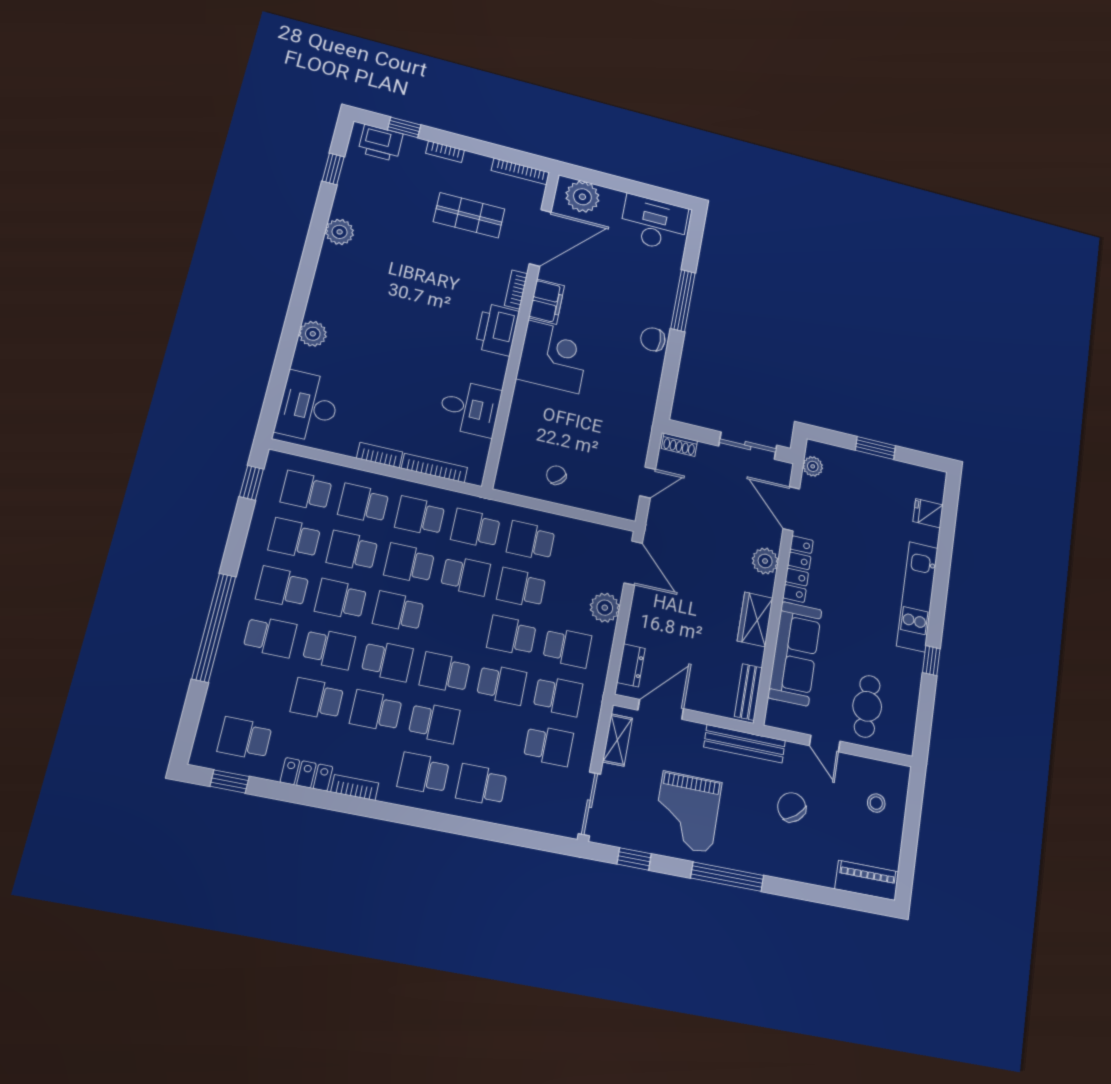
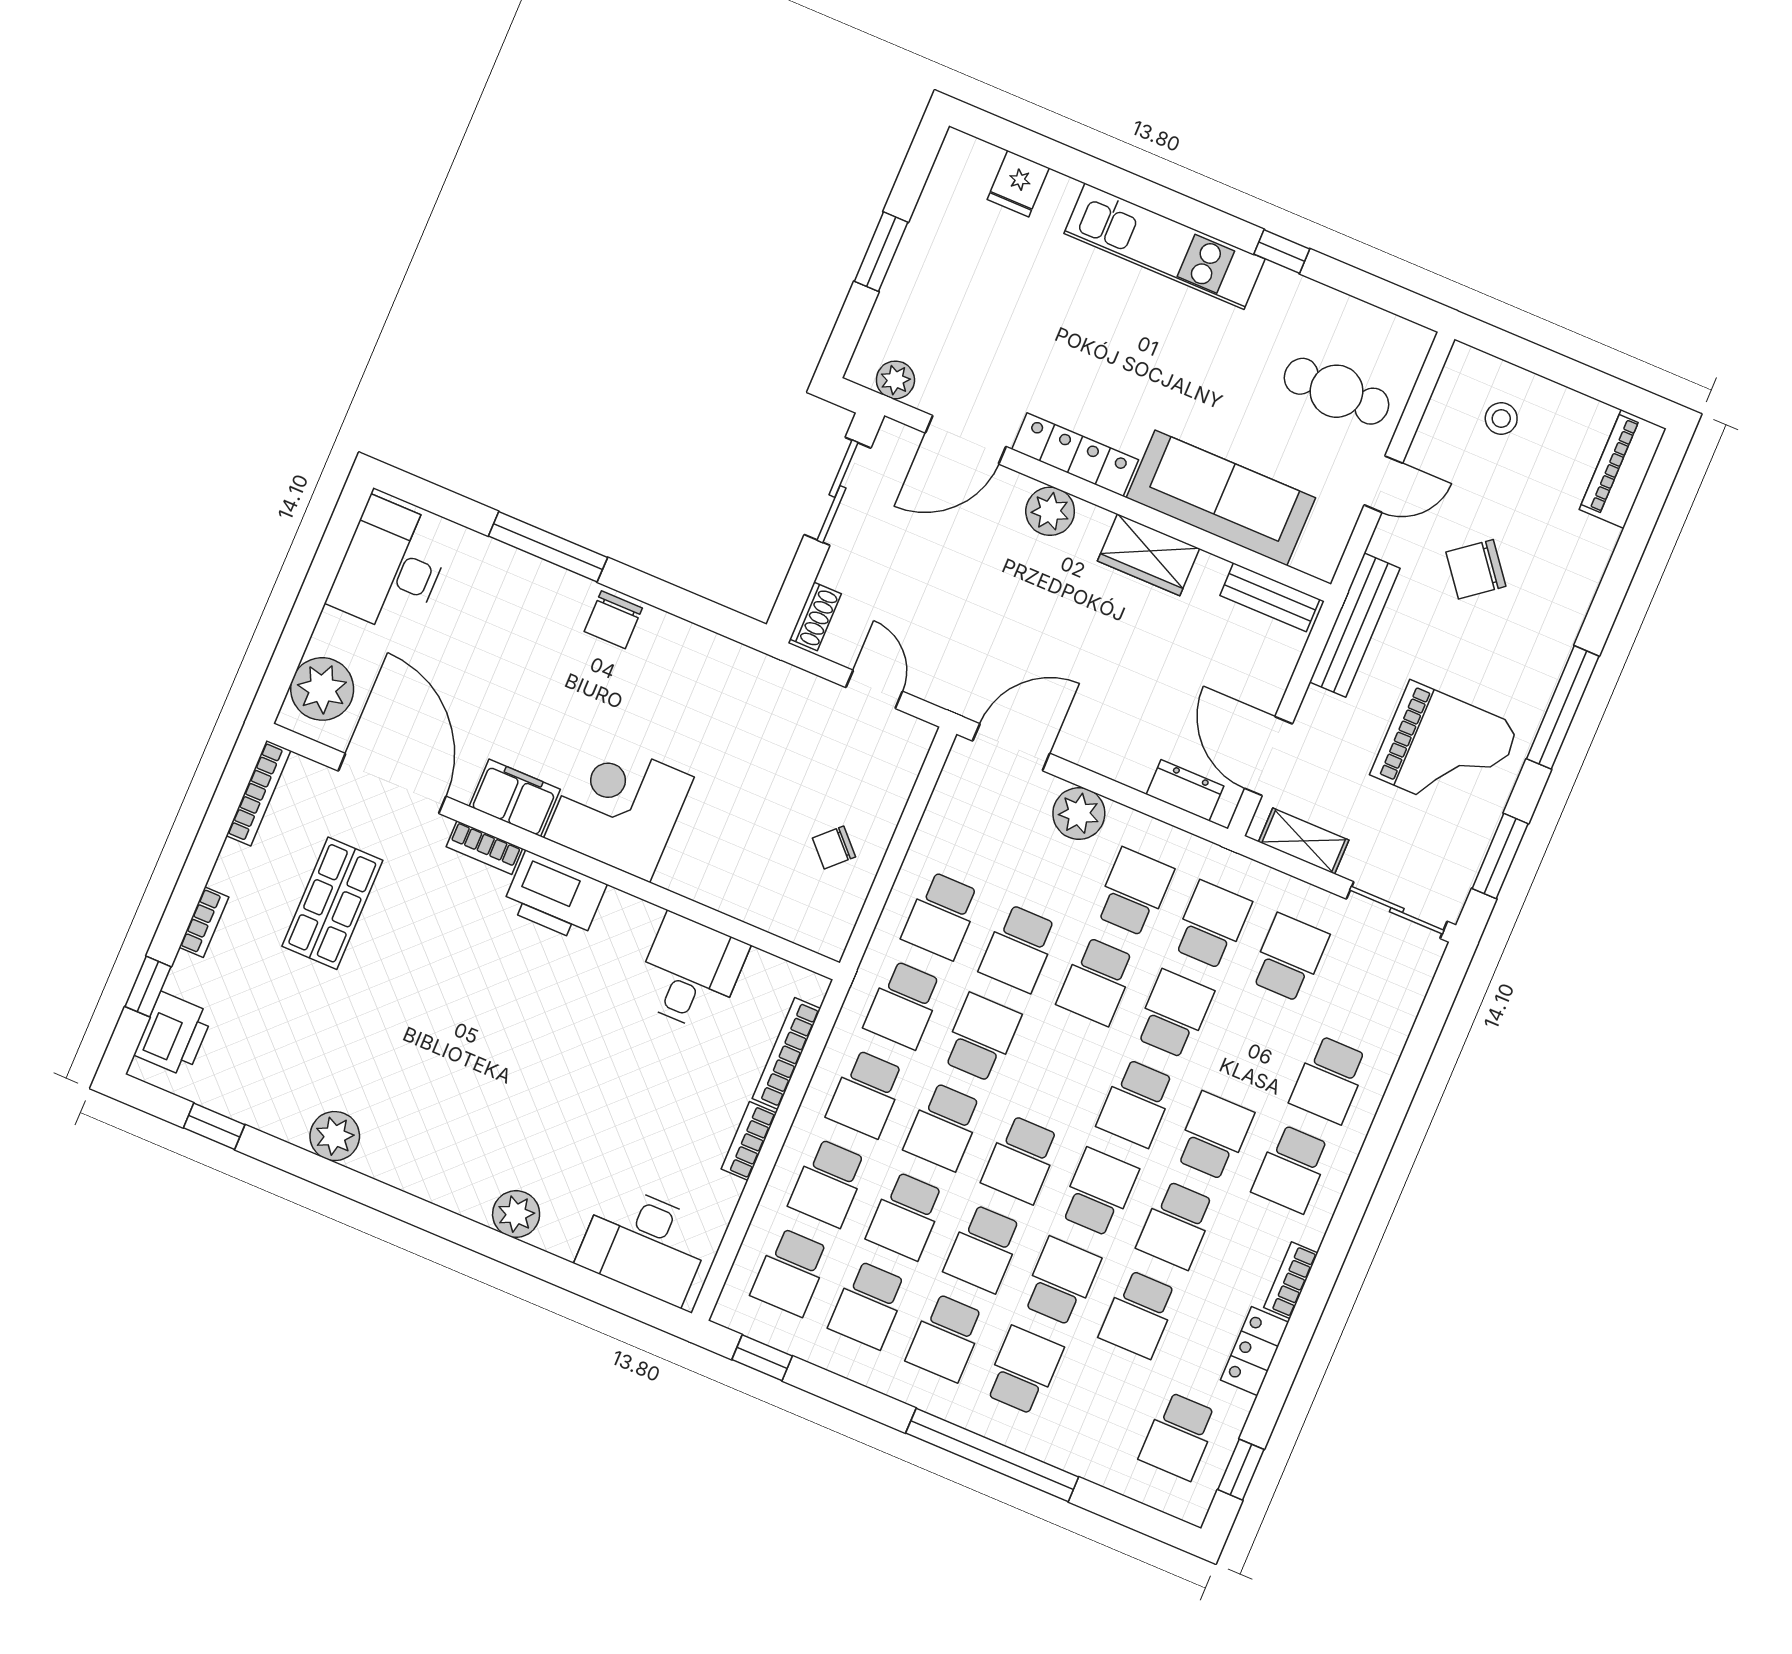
window: (634, 859) -> (1500, 856), width x1.50

